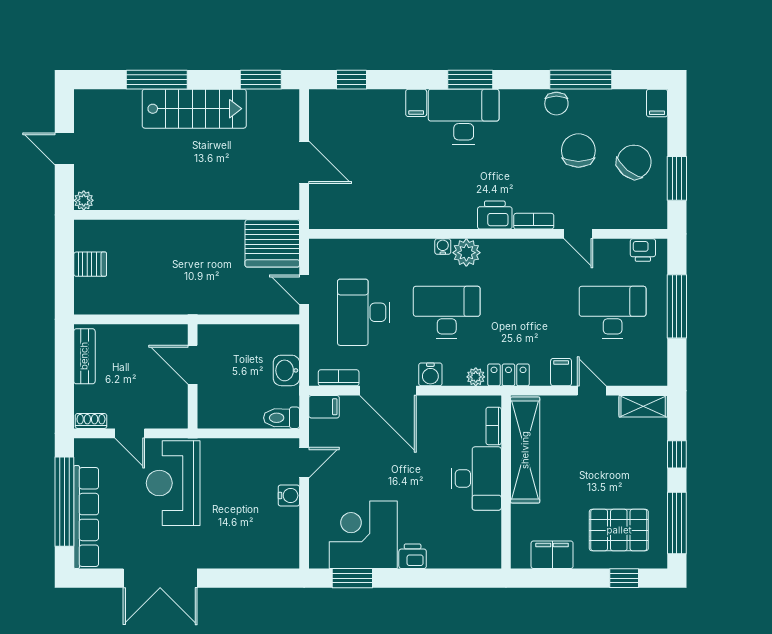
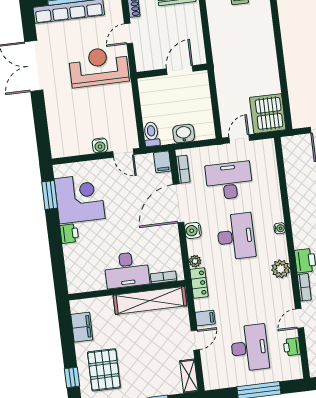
printer: (643, 250) -> (292, 347), moved
plant: (466, 253) -> (281, 269), moved

